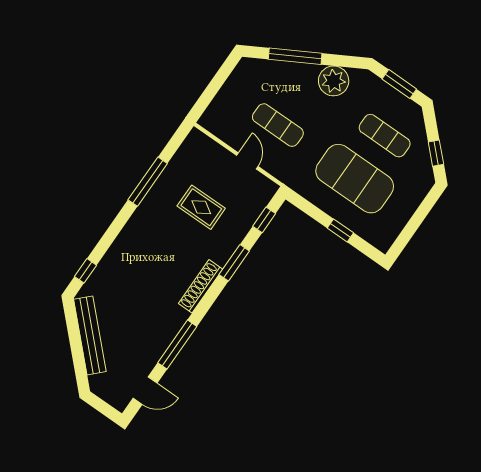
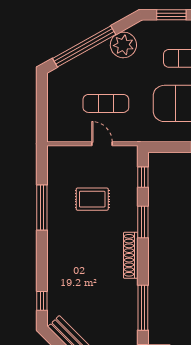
window: (295, 56) -> (84, 46), width x1.46

